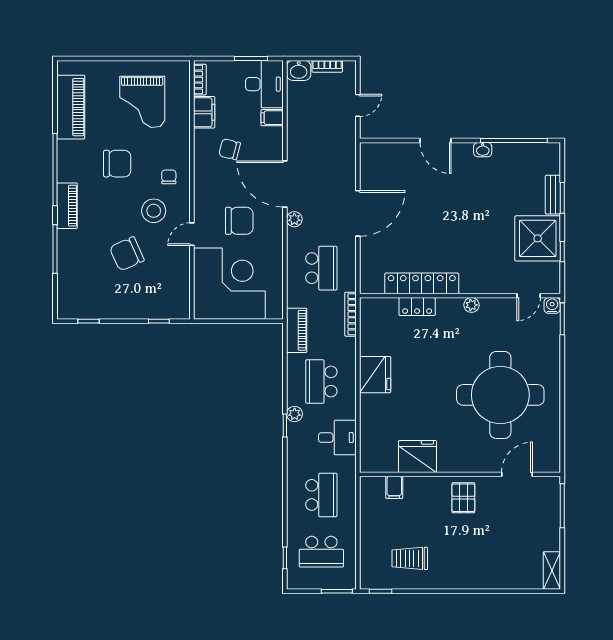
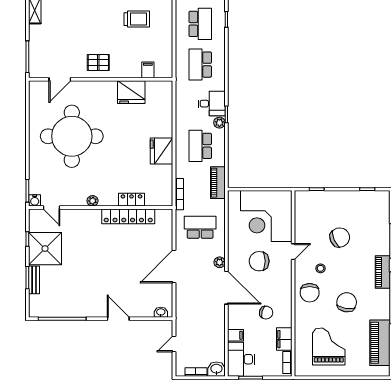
washbasin: (483, 150) -> (161, 312), moved
chair: (117, 164) -> (347, 302), turned 99
chair: (169, 177) -> (310, 293), width x1.87, depth x1.87
stool: (154, 211) -> (320, 268), width x0.53, depth x0.53
school desk: (321, 268) -> (200, 227), turned 90
door: (529, 296) -> (51, 208), swing flipped
school desk: (321, 382) -> (200, 146), turned 180
desk: (337, 438) -> (212, 104), moved, turned 180
pallet: (463, 498) -> (98, 63), turned 90
school desk: (321, 552) -> (200, 24), turned 90

